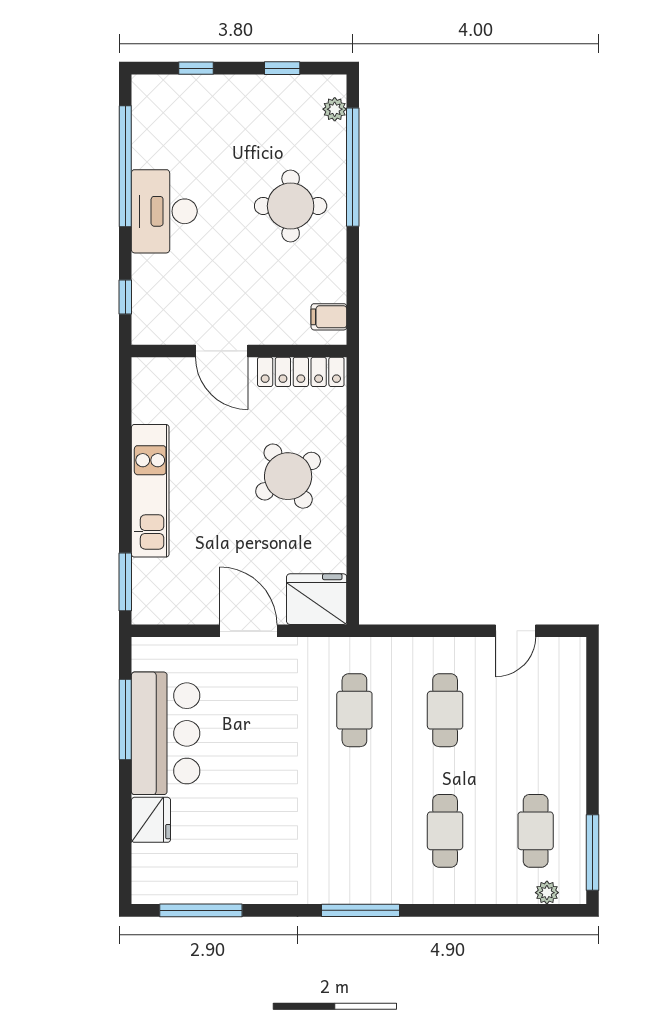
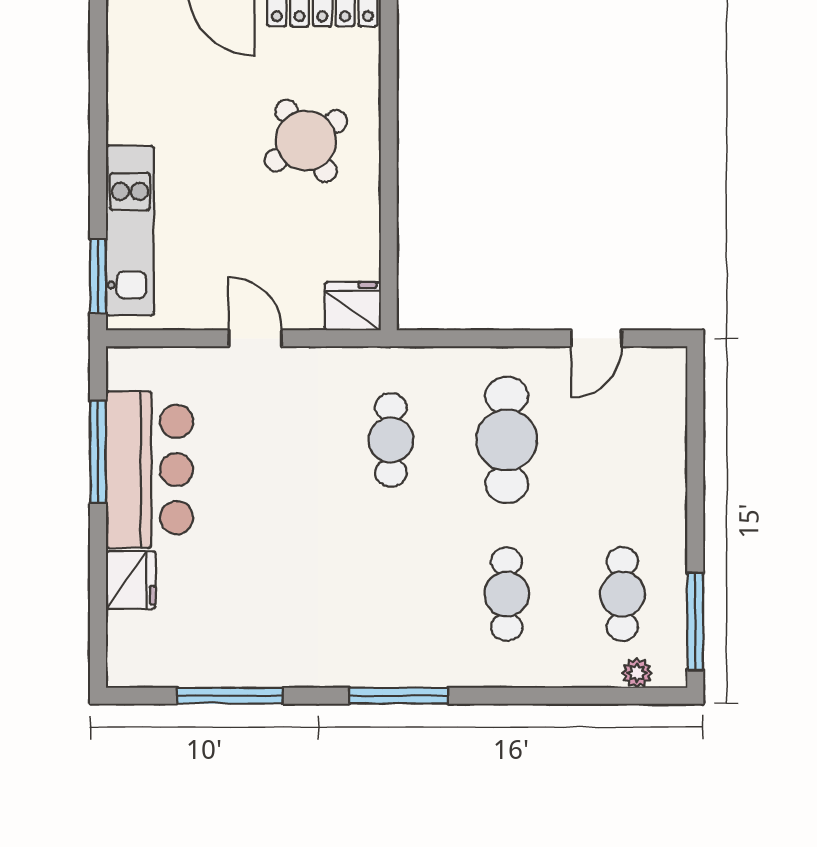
kitchen unit: (150, 491) -> (130, 231), moved
fridge: (317, 599) -> (353, 306), width x0.73, depth x0.75
door: (248, 631) -> (255, 338), width x0.73
cafe table: (445, 710) -> (507, 440), width x1.37, depth x1.35
window: (201, 910) -> (230, 696), moved

